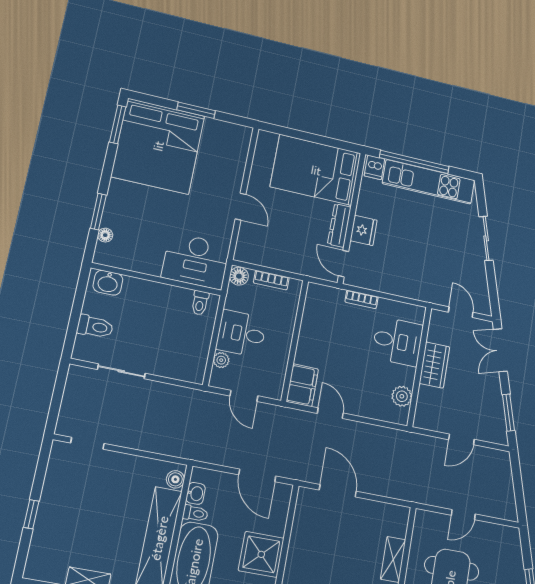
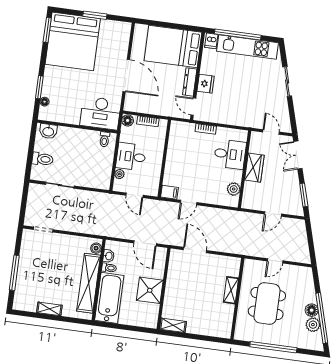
door: (241, 207) -> (126, 76), width x1.87
filing cabinet: (302, 385) -> (169, 192), width x0.50
door: (330, 413) -> (189, 203), swing flipped
window: (31, 514) -> (14, 273), width x2.17

